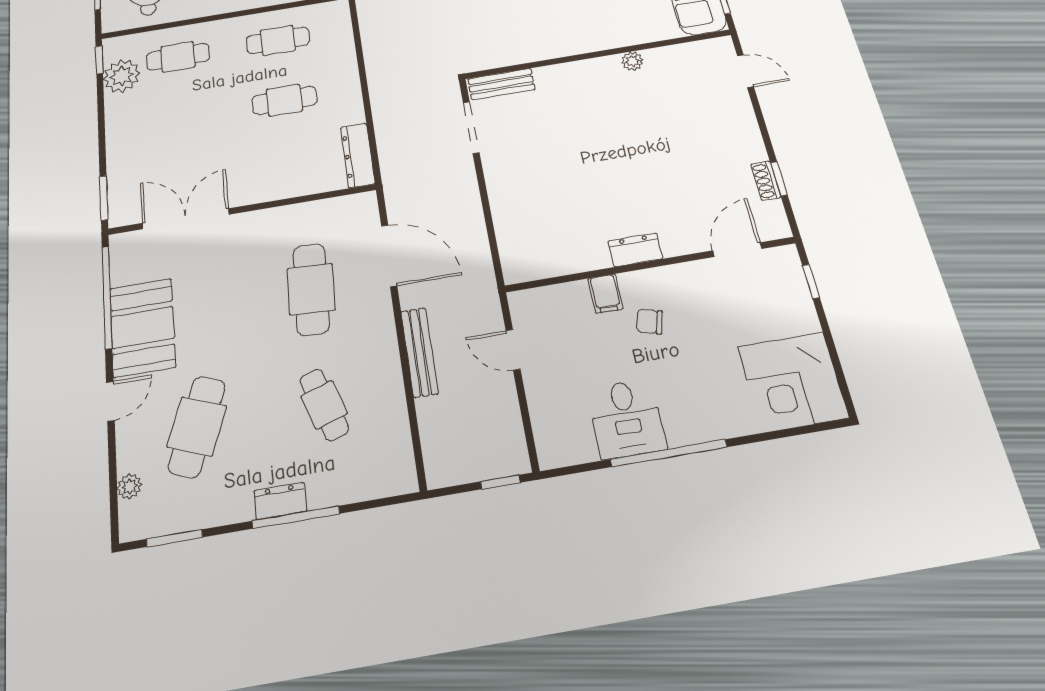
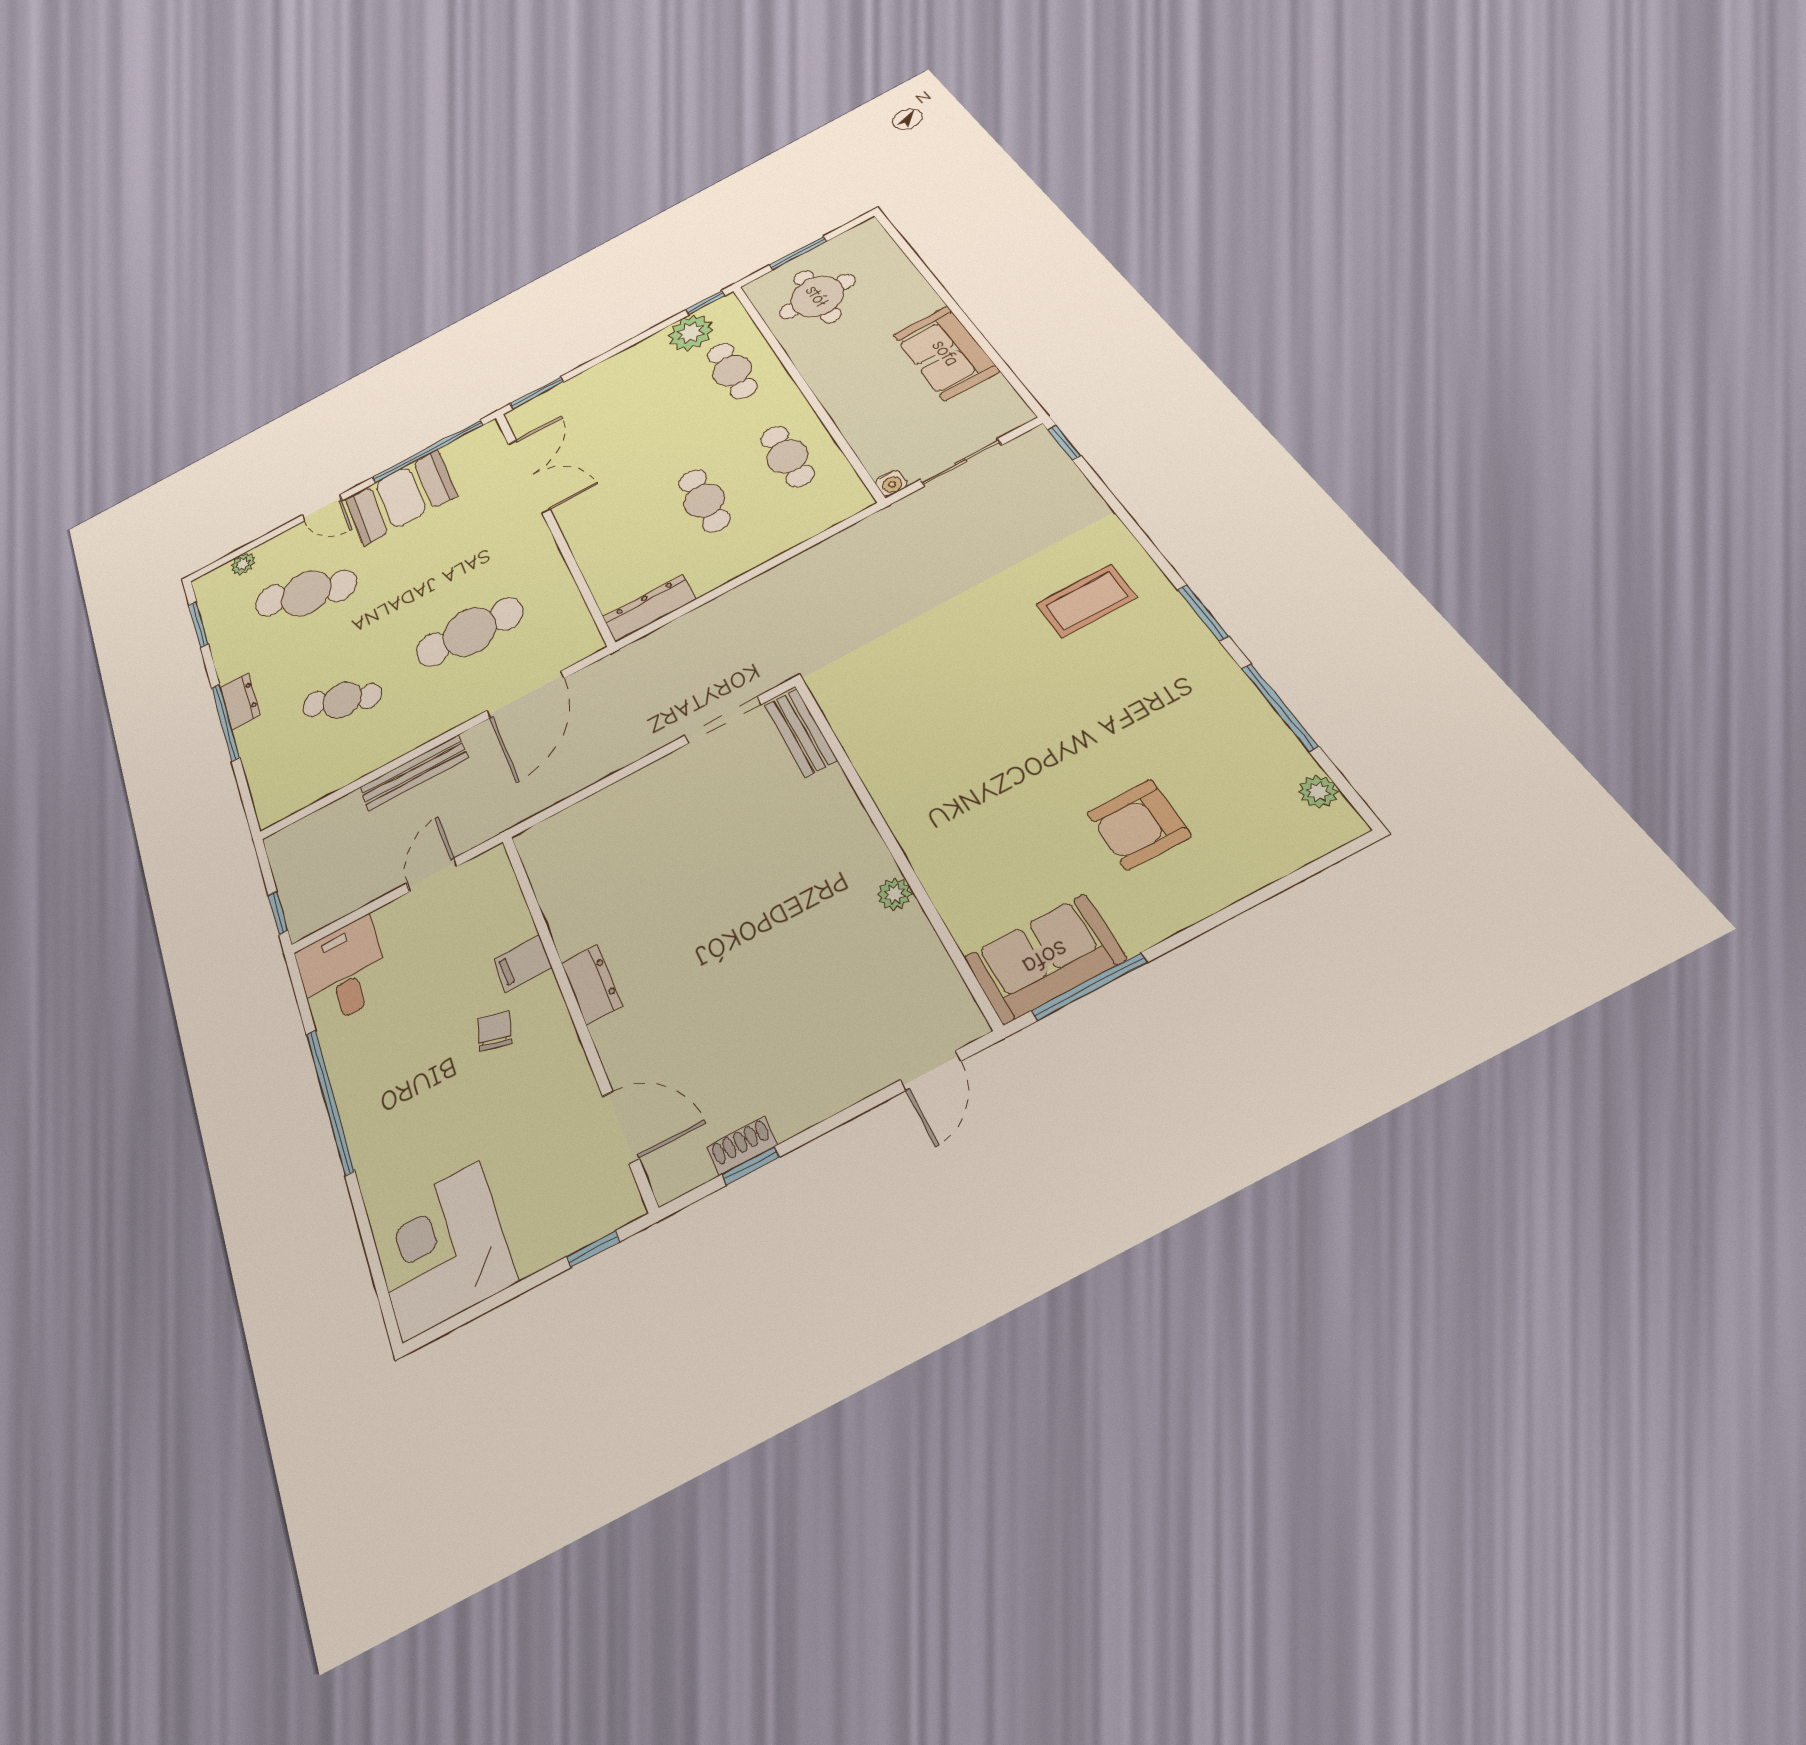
cafe table: (324, 405) -> (342, 700), turned 42
desk: (627, 419) -> (343, 972), moved, turned 90

